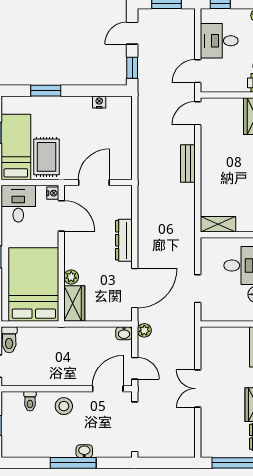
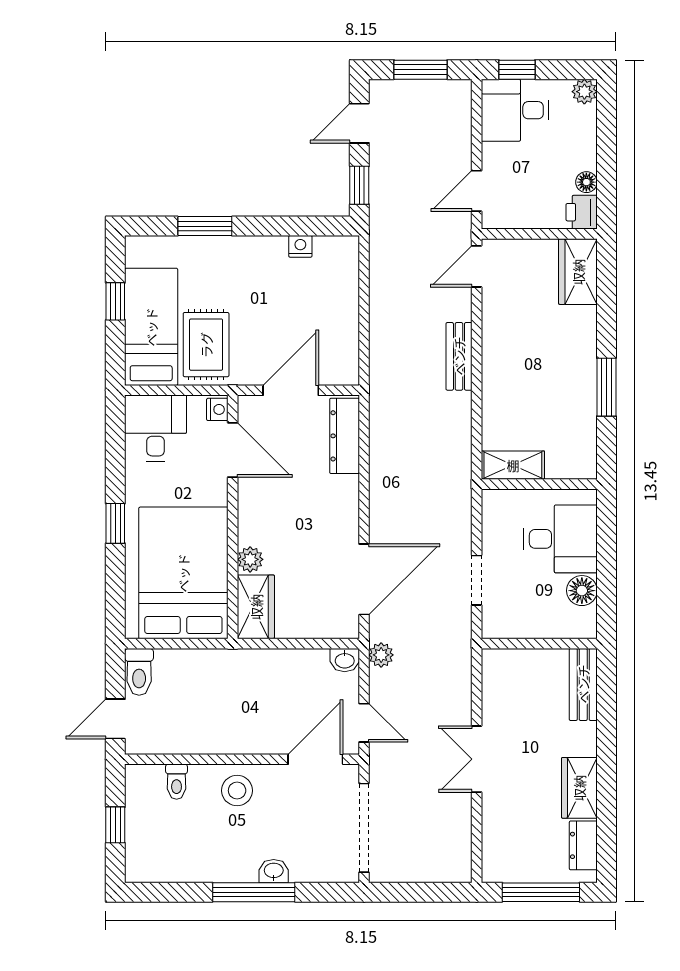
desk: (219, 41) -> (515, 110), moved
dresser: (124, 240) -> (345, 436), moved

